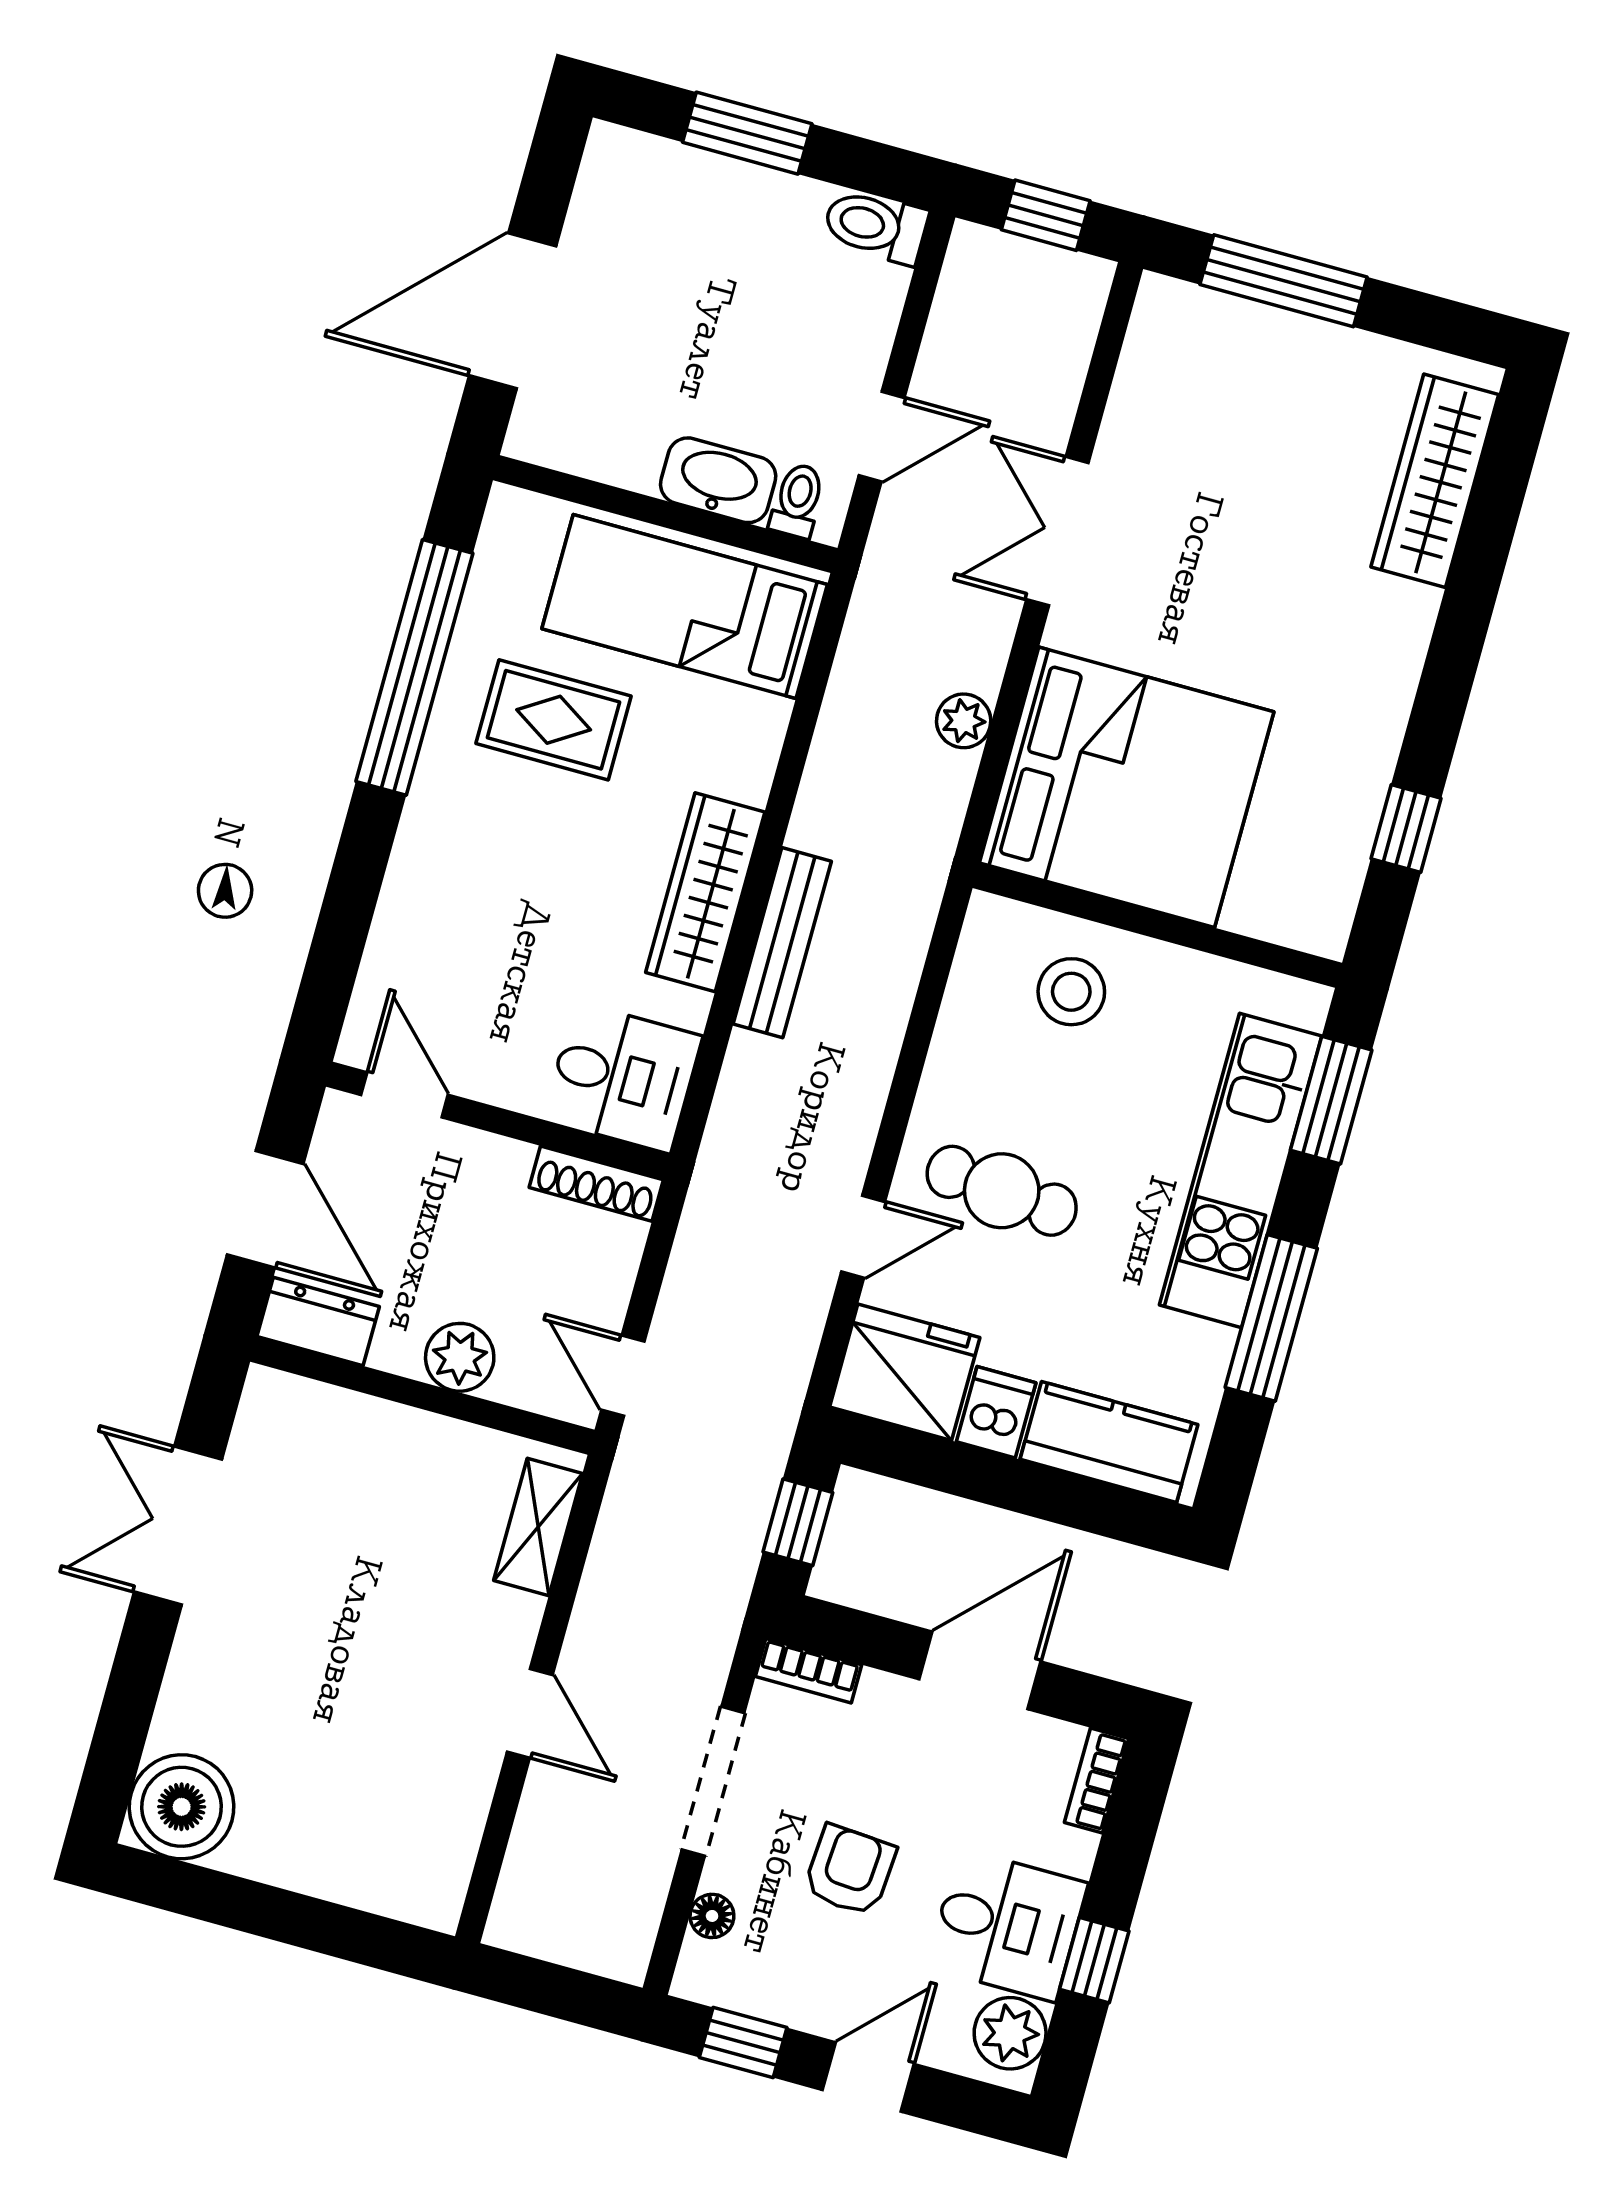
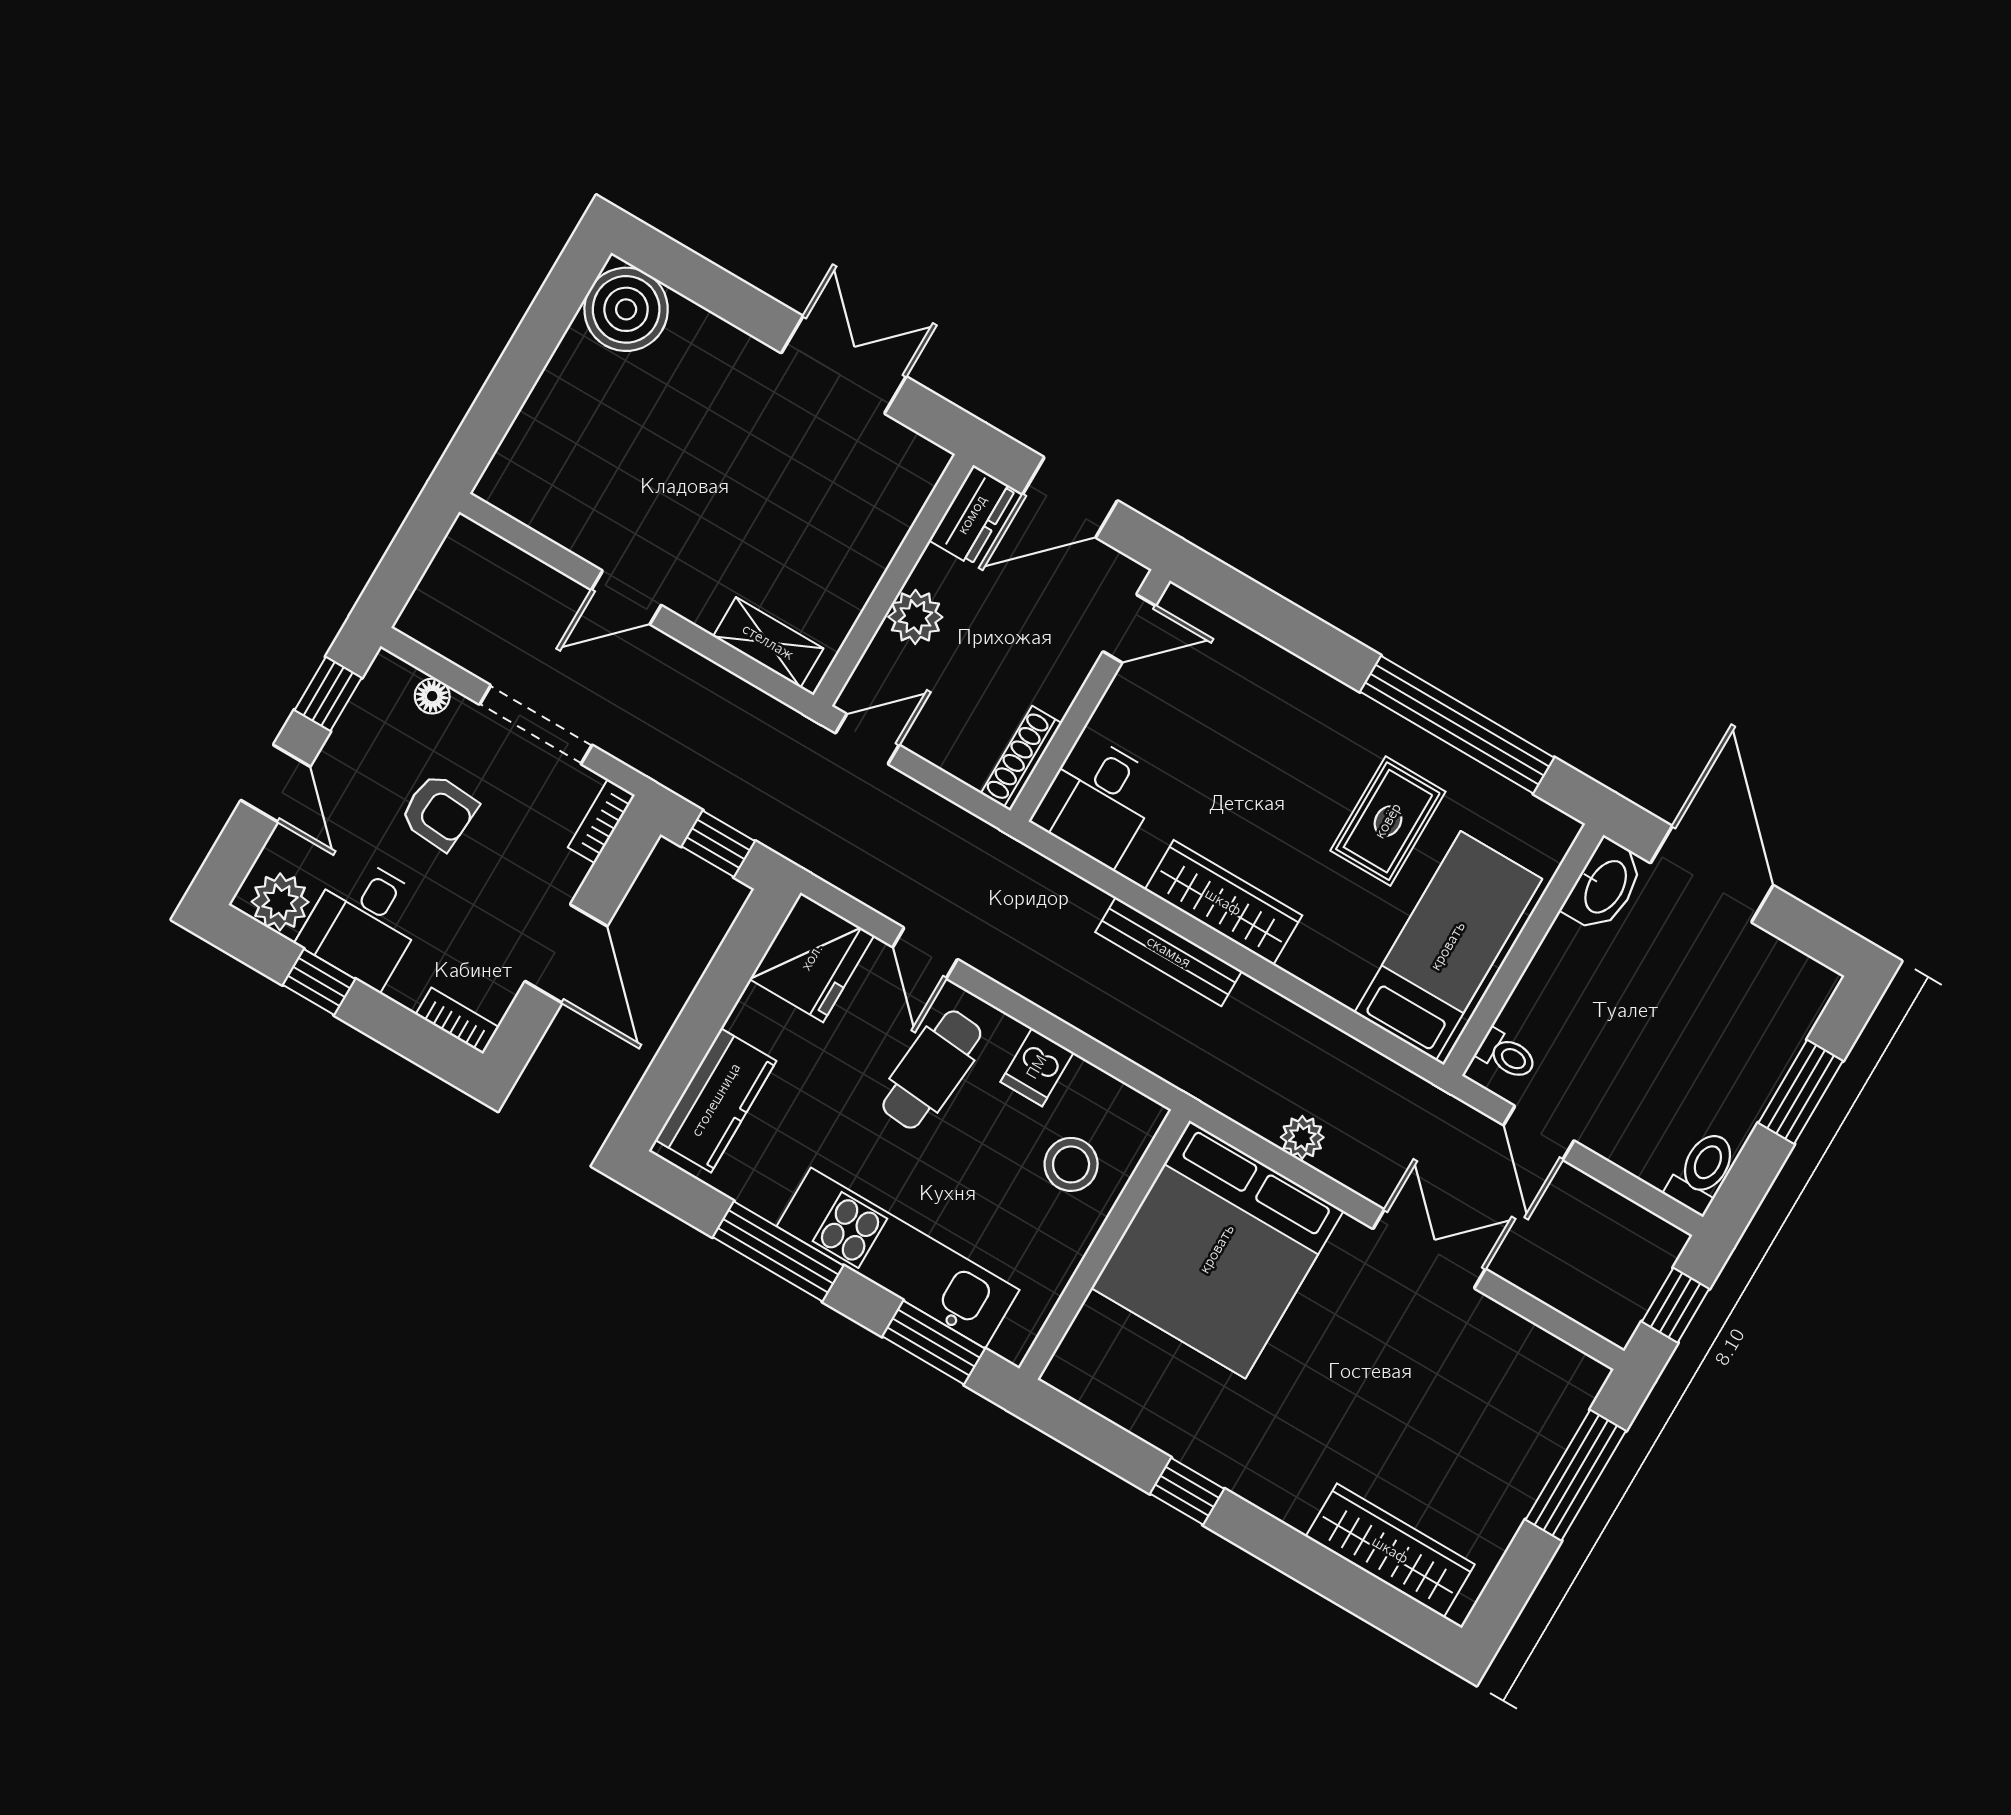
washbasin: (718, 480) -> (1604, 886), moved
window: (1406, 829) -> (1187, 1491), moved
dishwasher: (996, 1412) -> (1037, 1067), moved, turned 90

